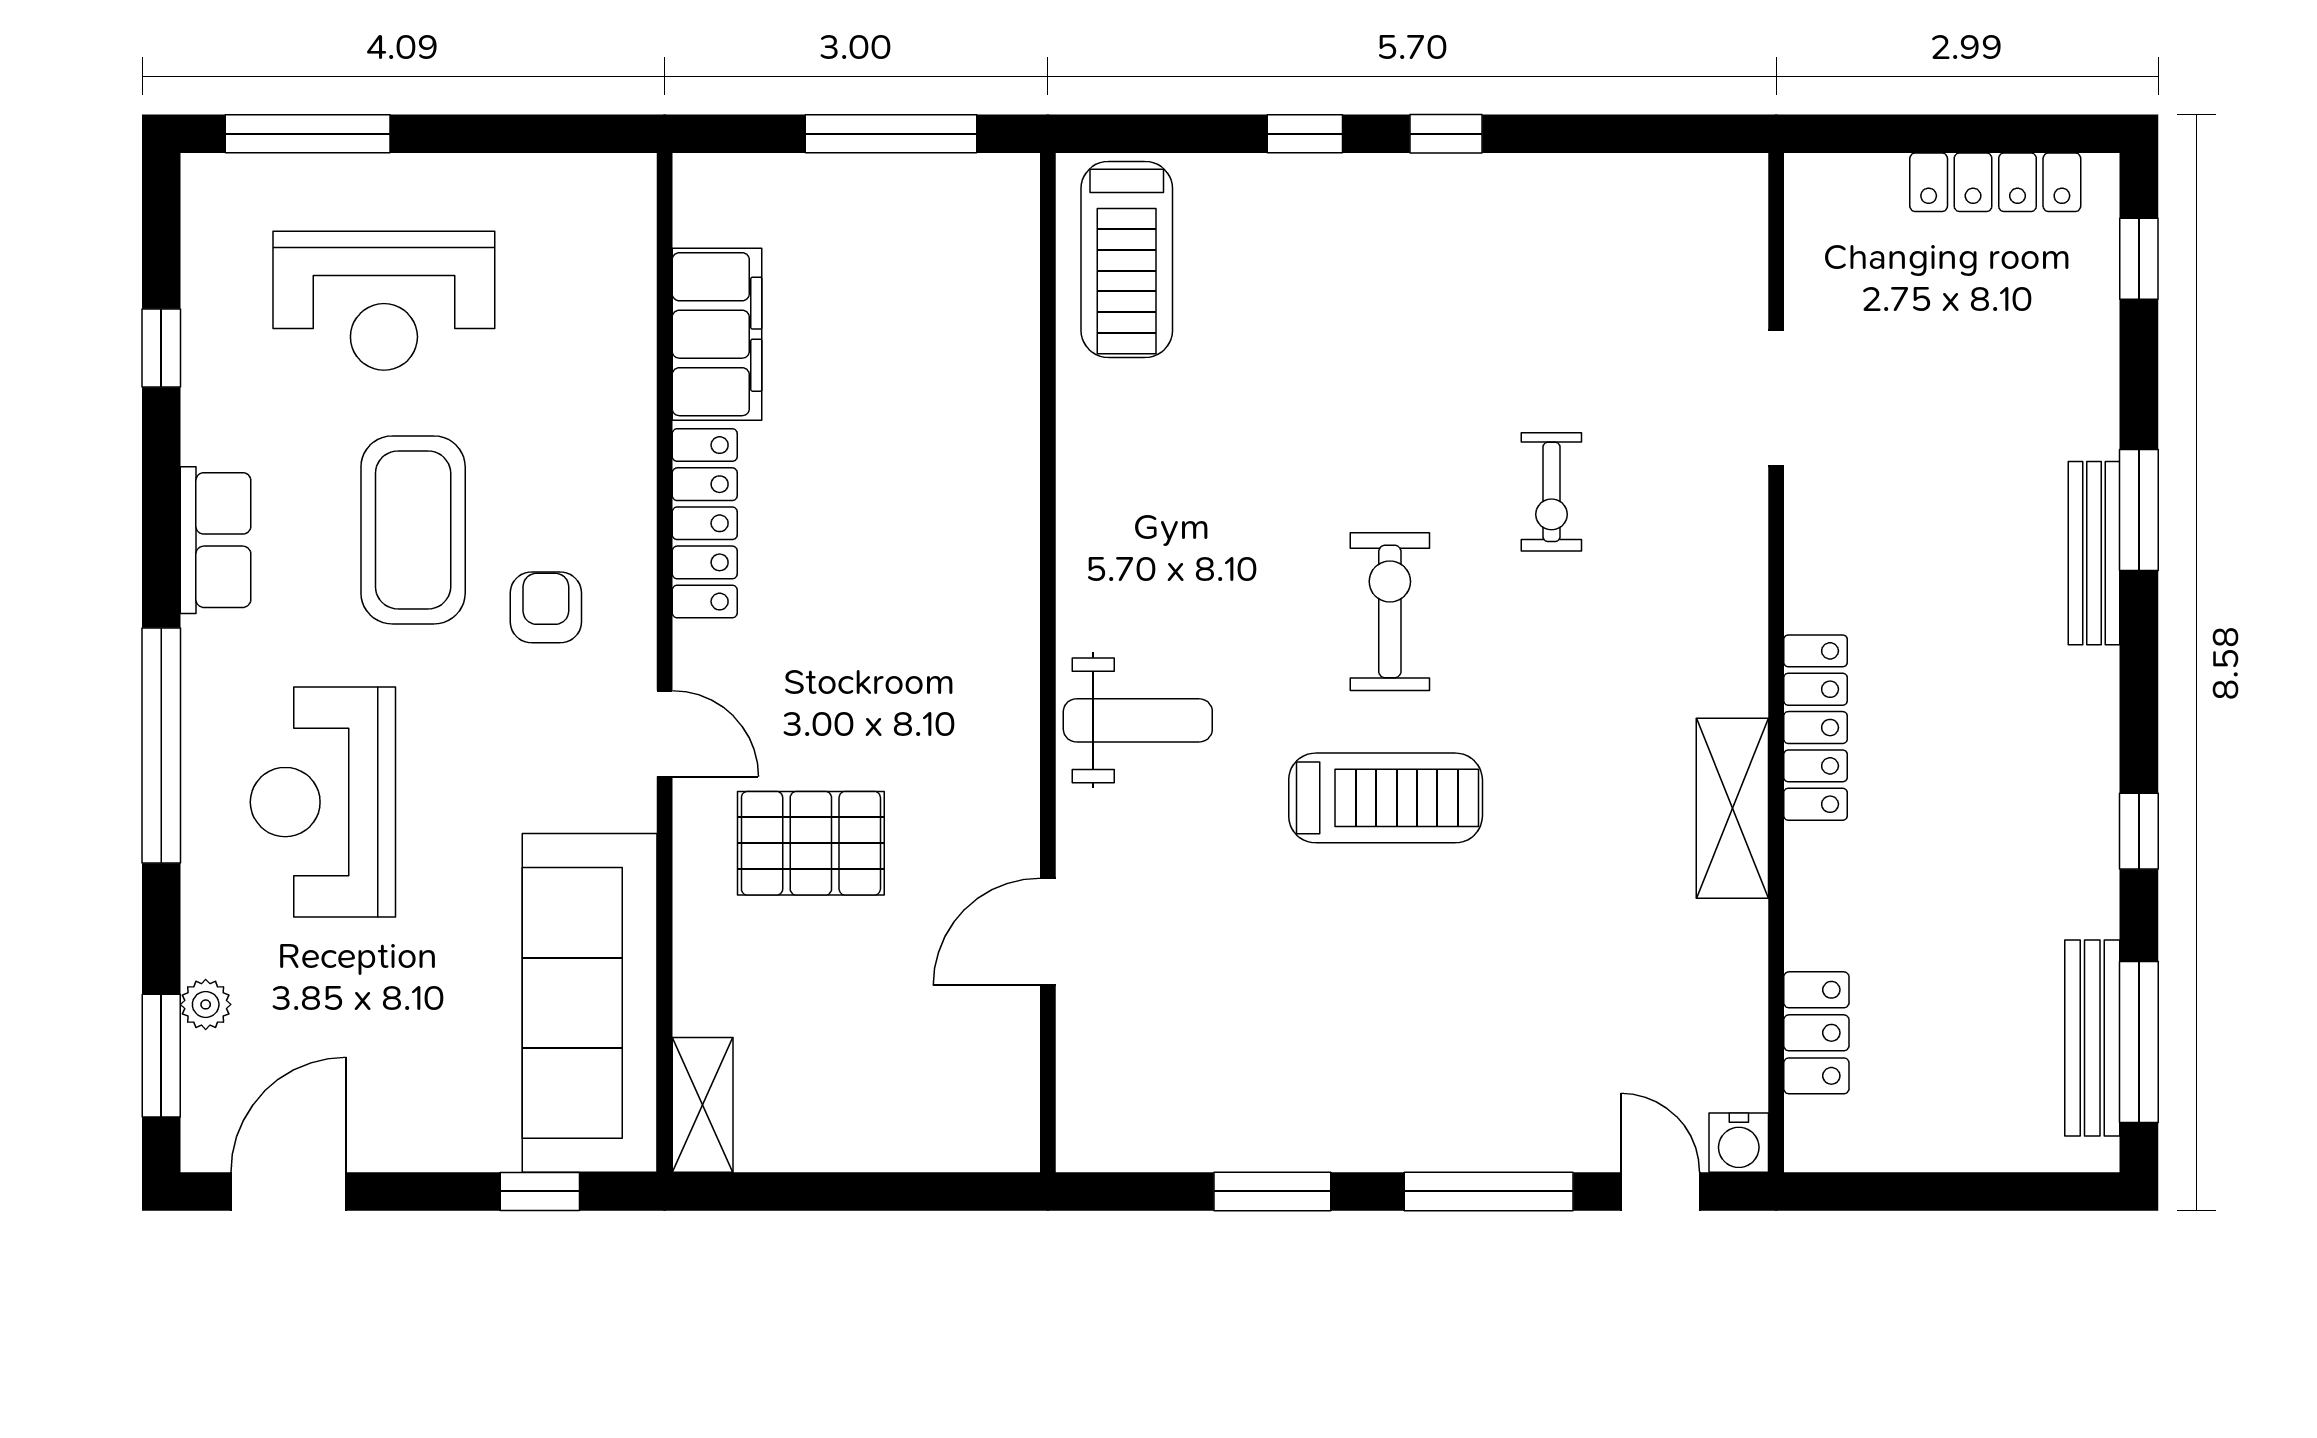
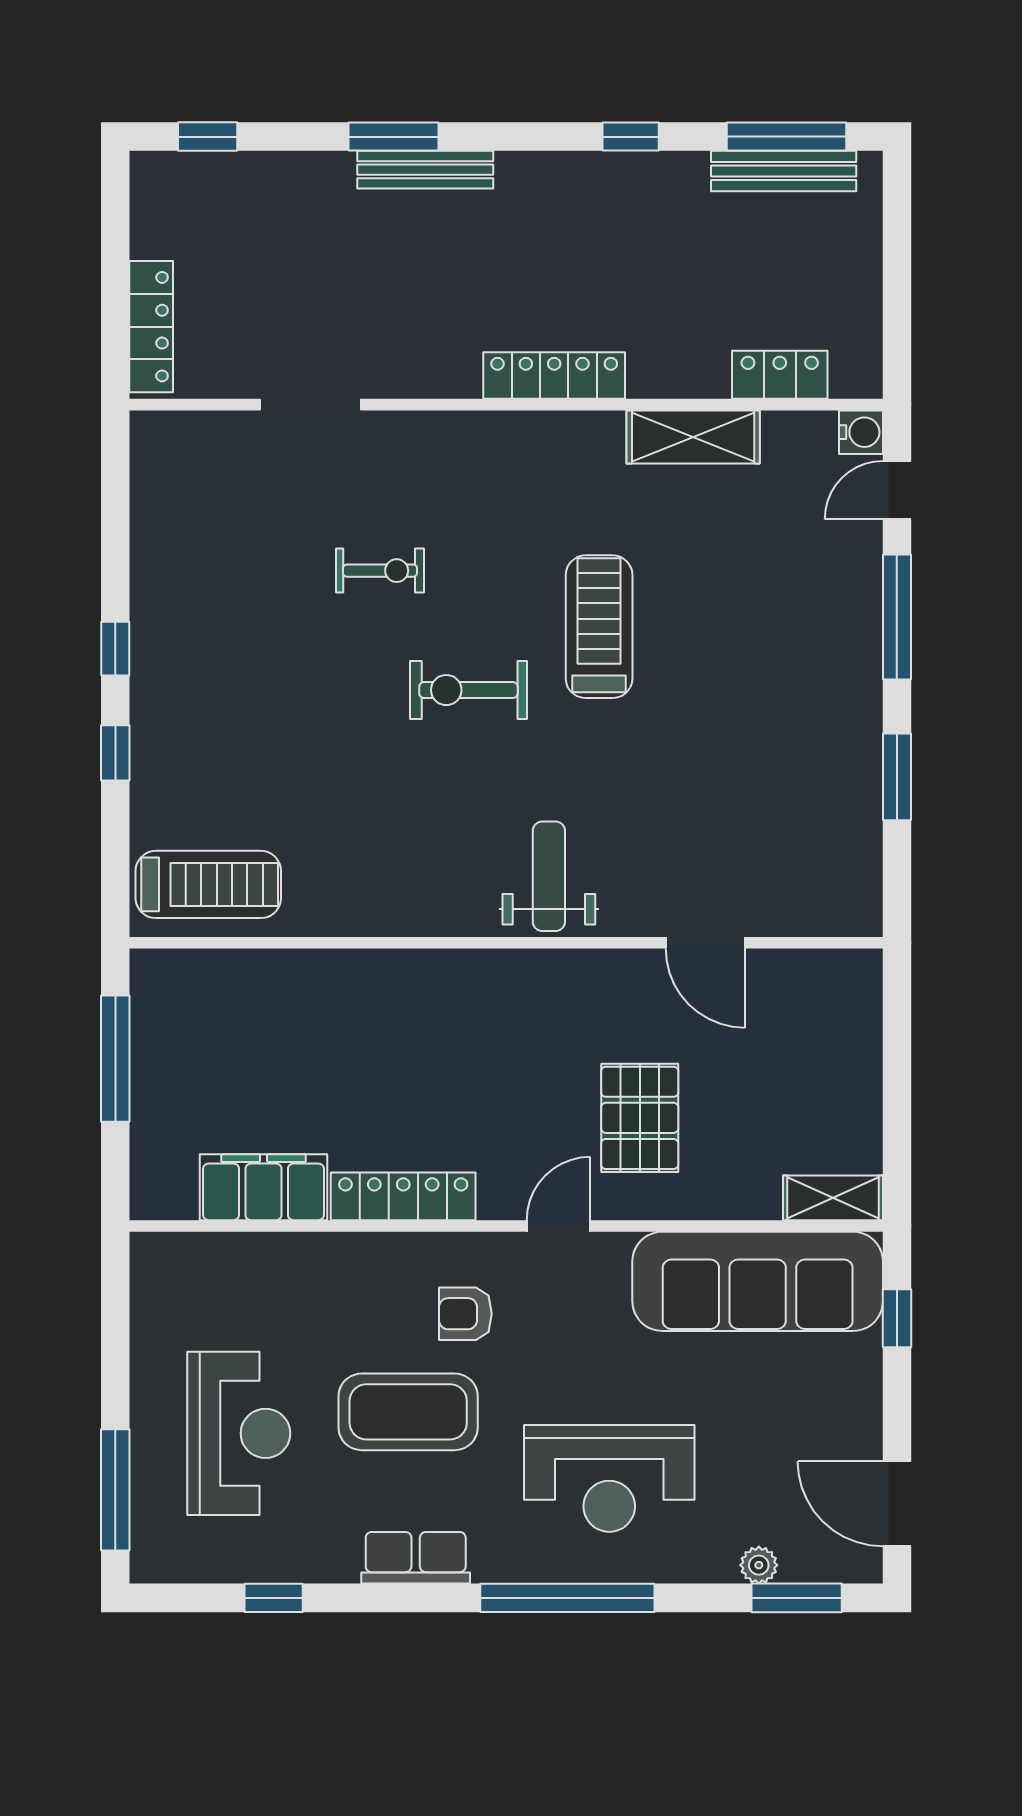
locker: (1995, 182) -> (151, 327), moved
treadmill: (1386, 798) -> (599, 627), moved
shelving: (1732, 808) -> (693, 437), moved

